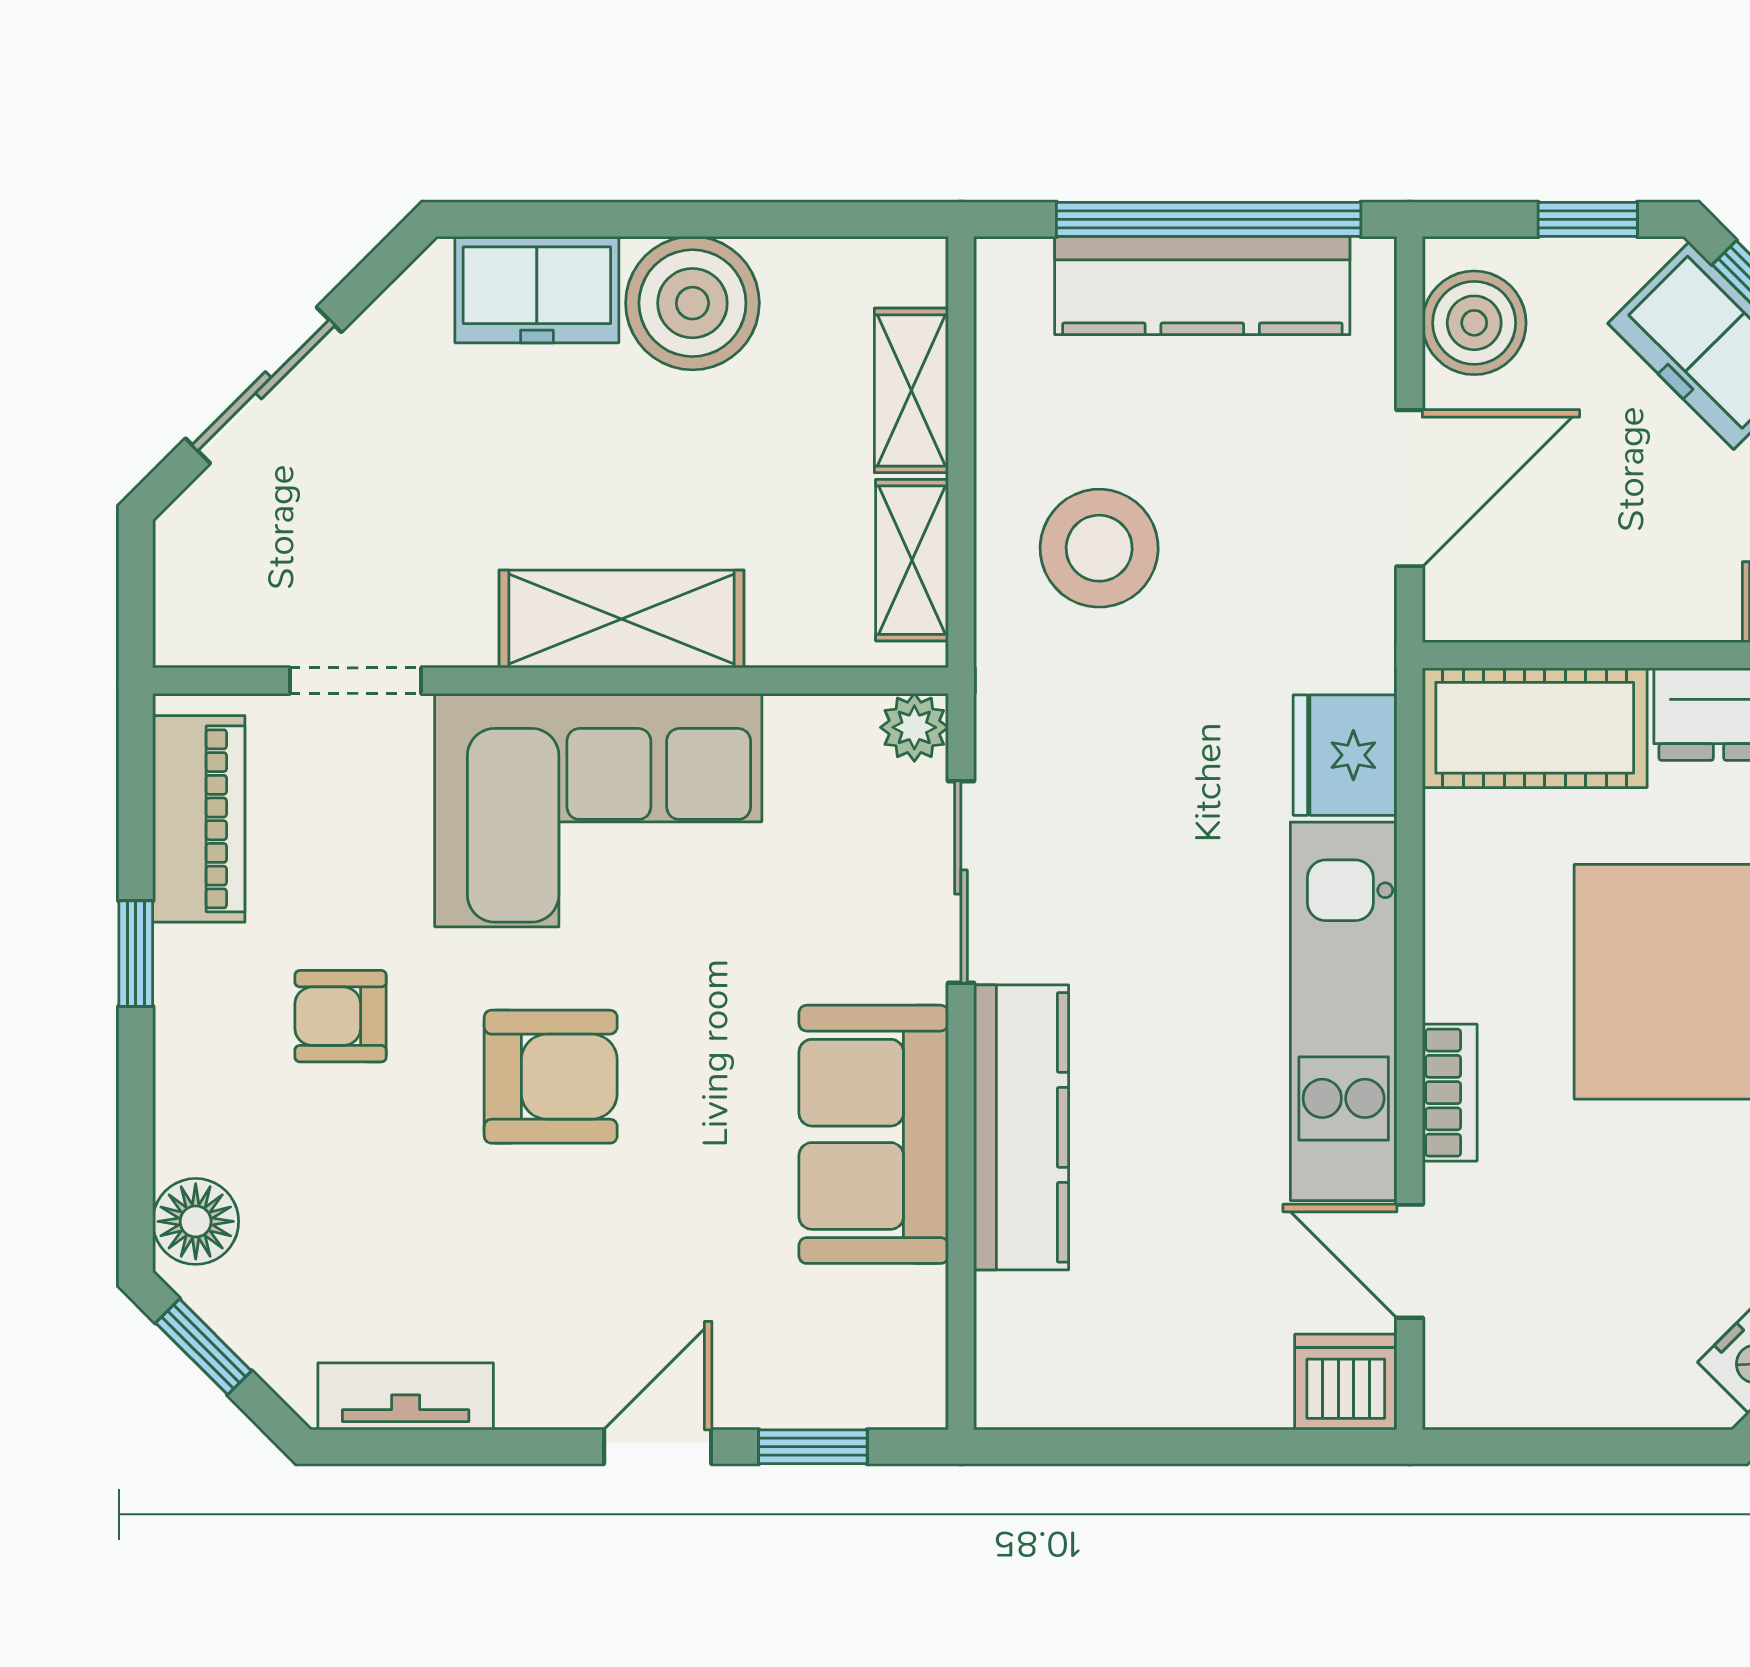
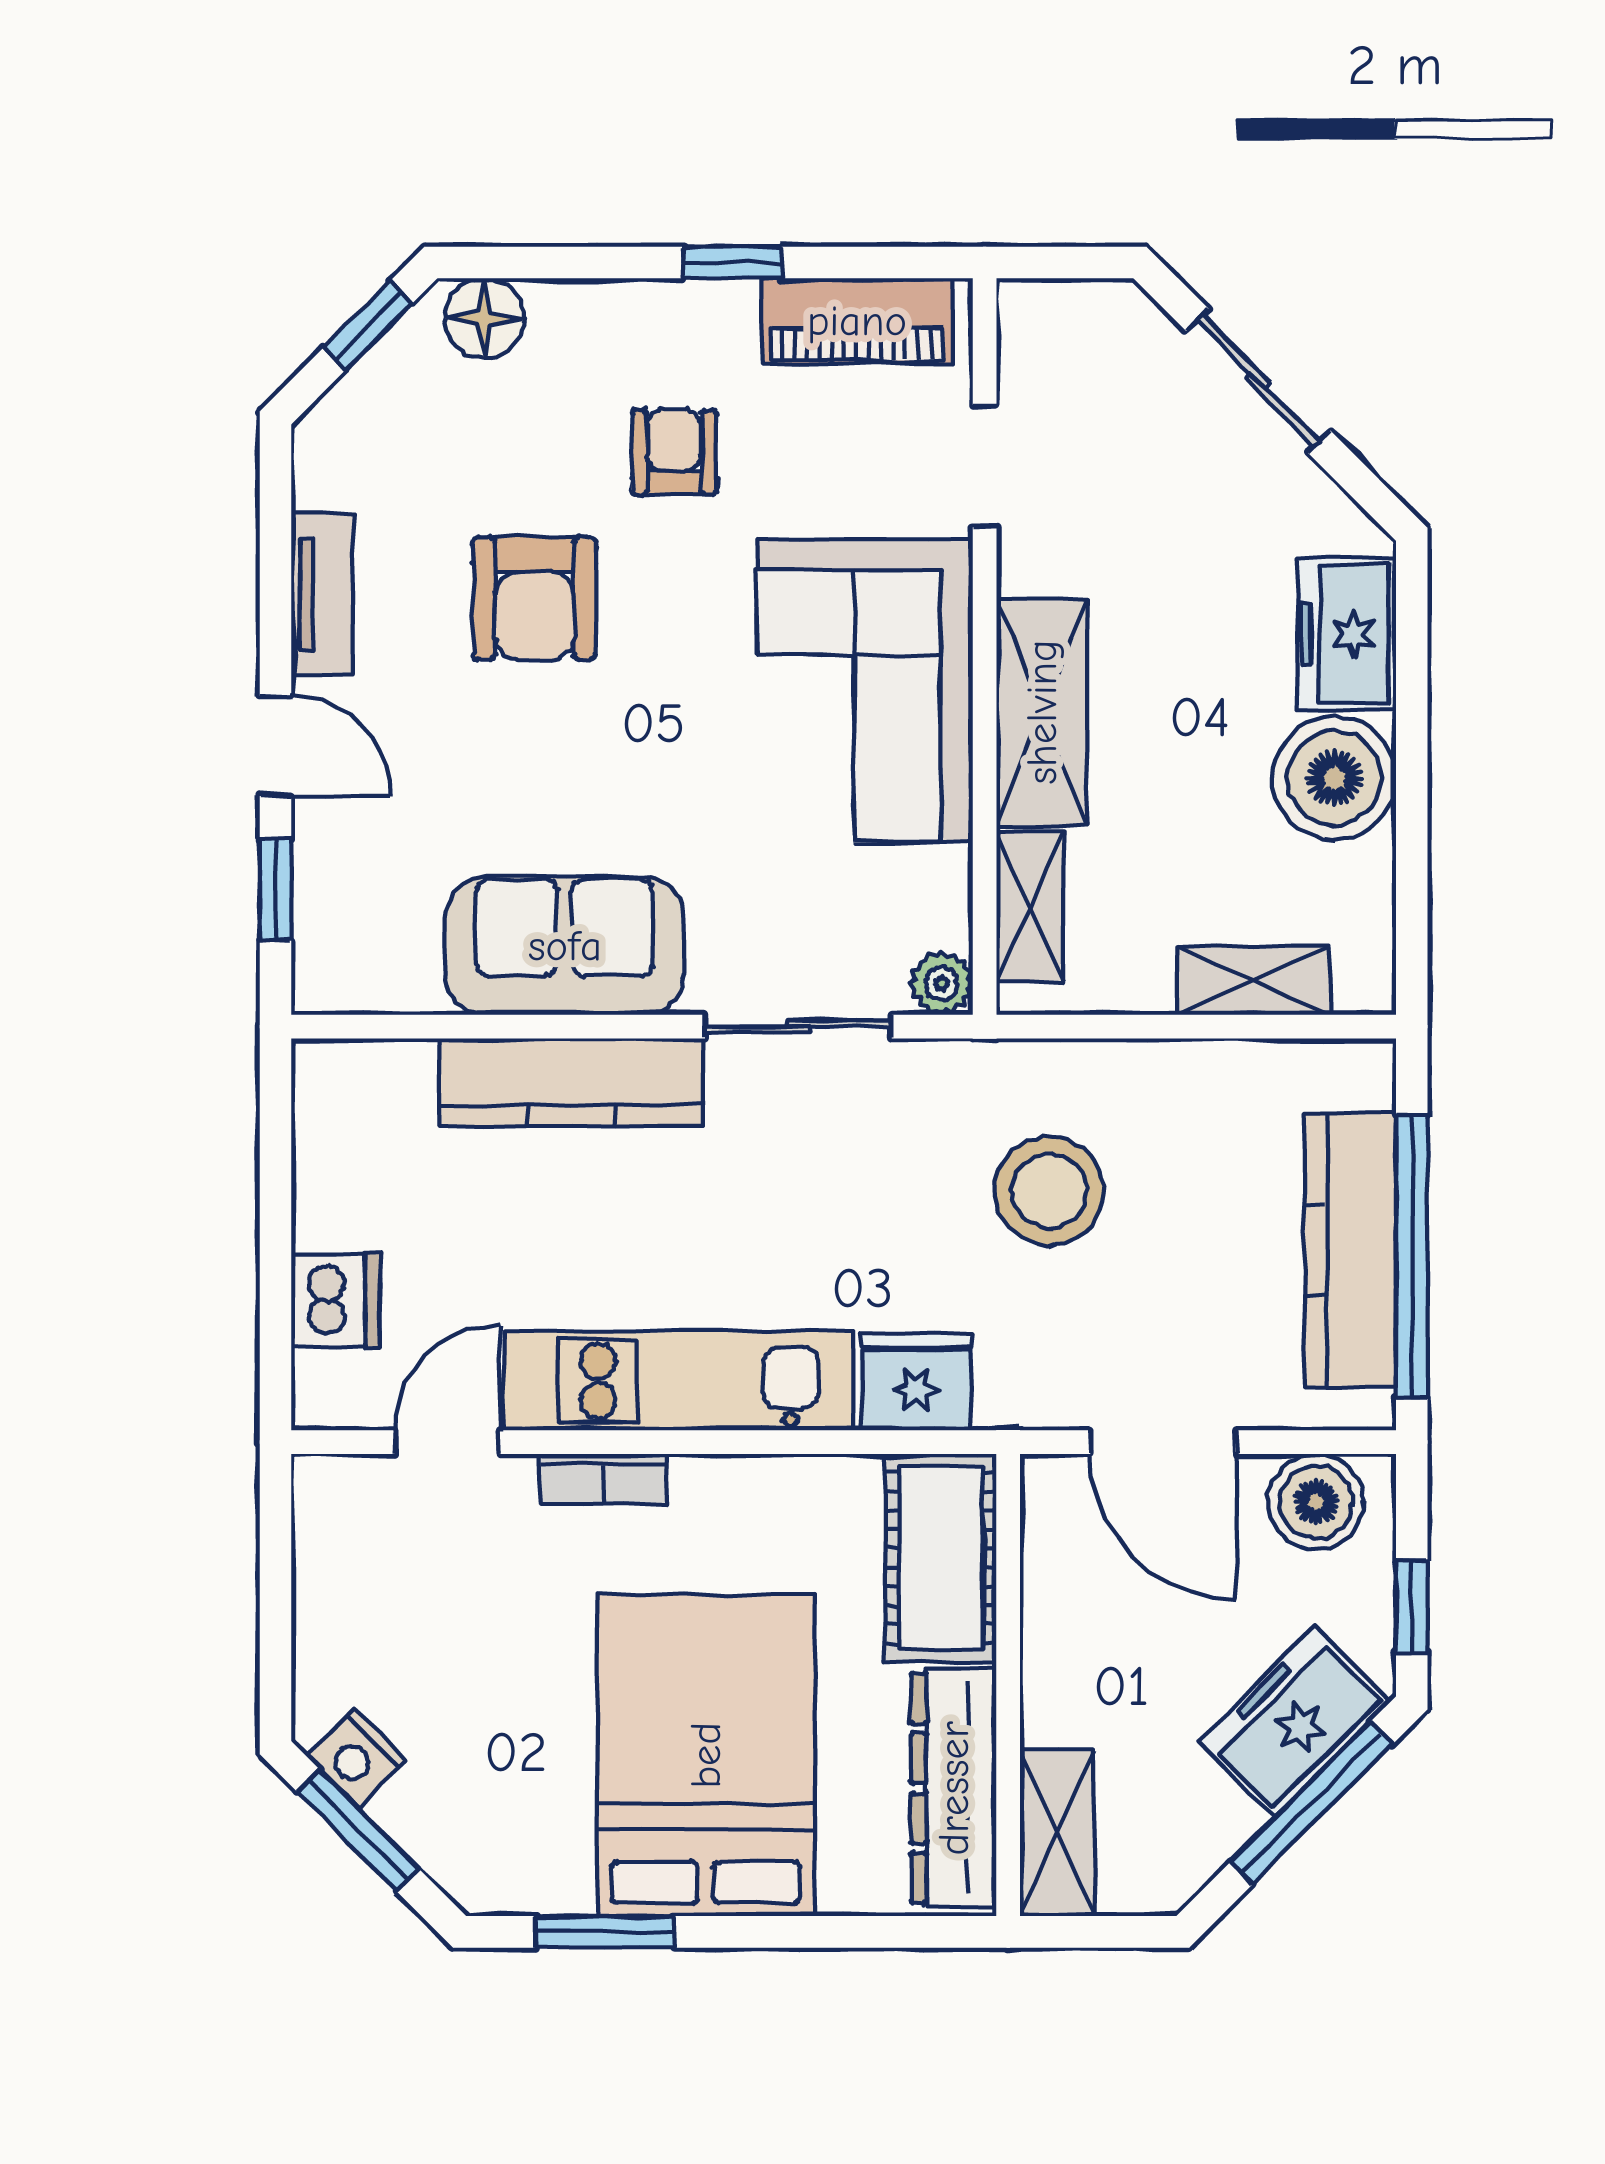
stool: (1099, 548) -> (1049, 1191), moved
shelving: (912, 560) -> (1030, 907), moved, turned 90
armchair: (551, 1077) -> (534, 598), moved
dishwasher: (1346, 1382) -> (335, 1301), moved
tv unit: (406, 1396) -> (322, 595), moved

